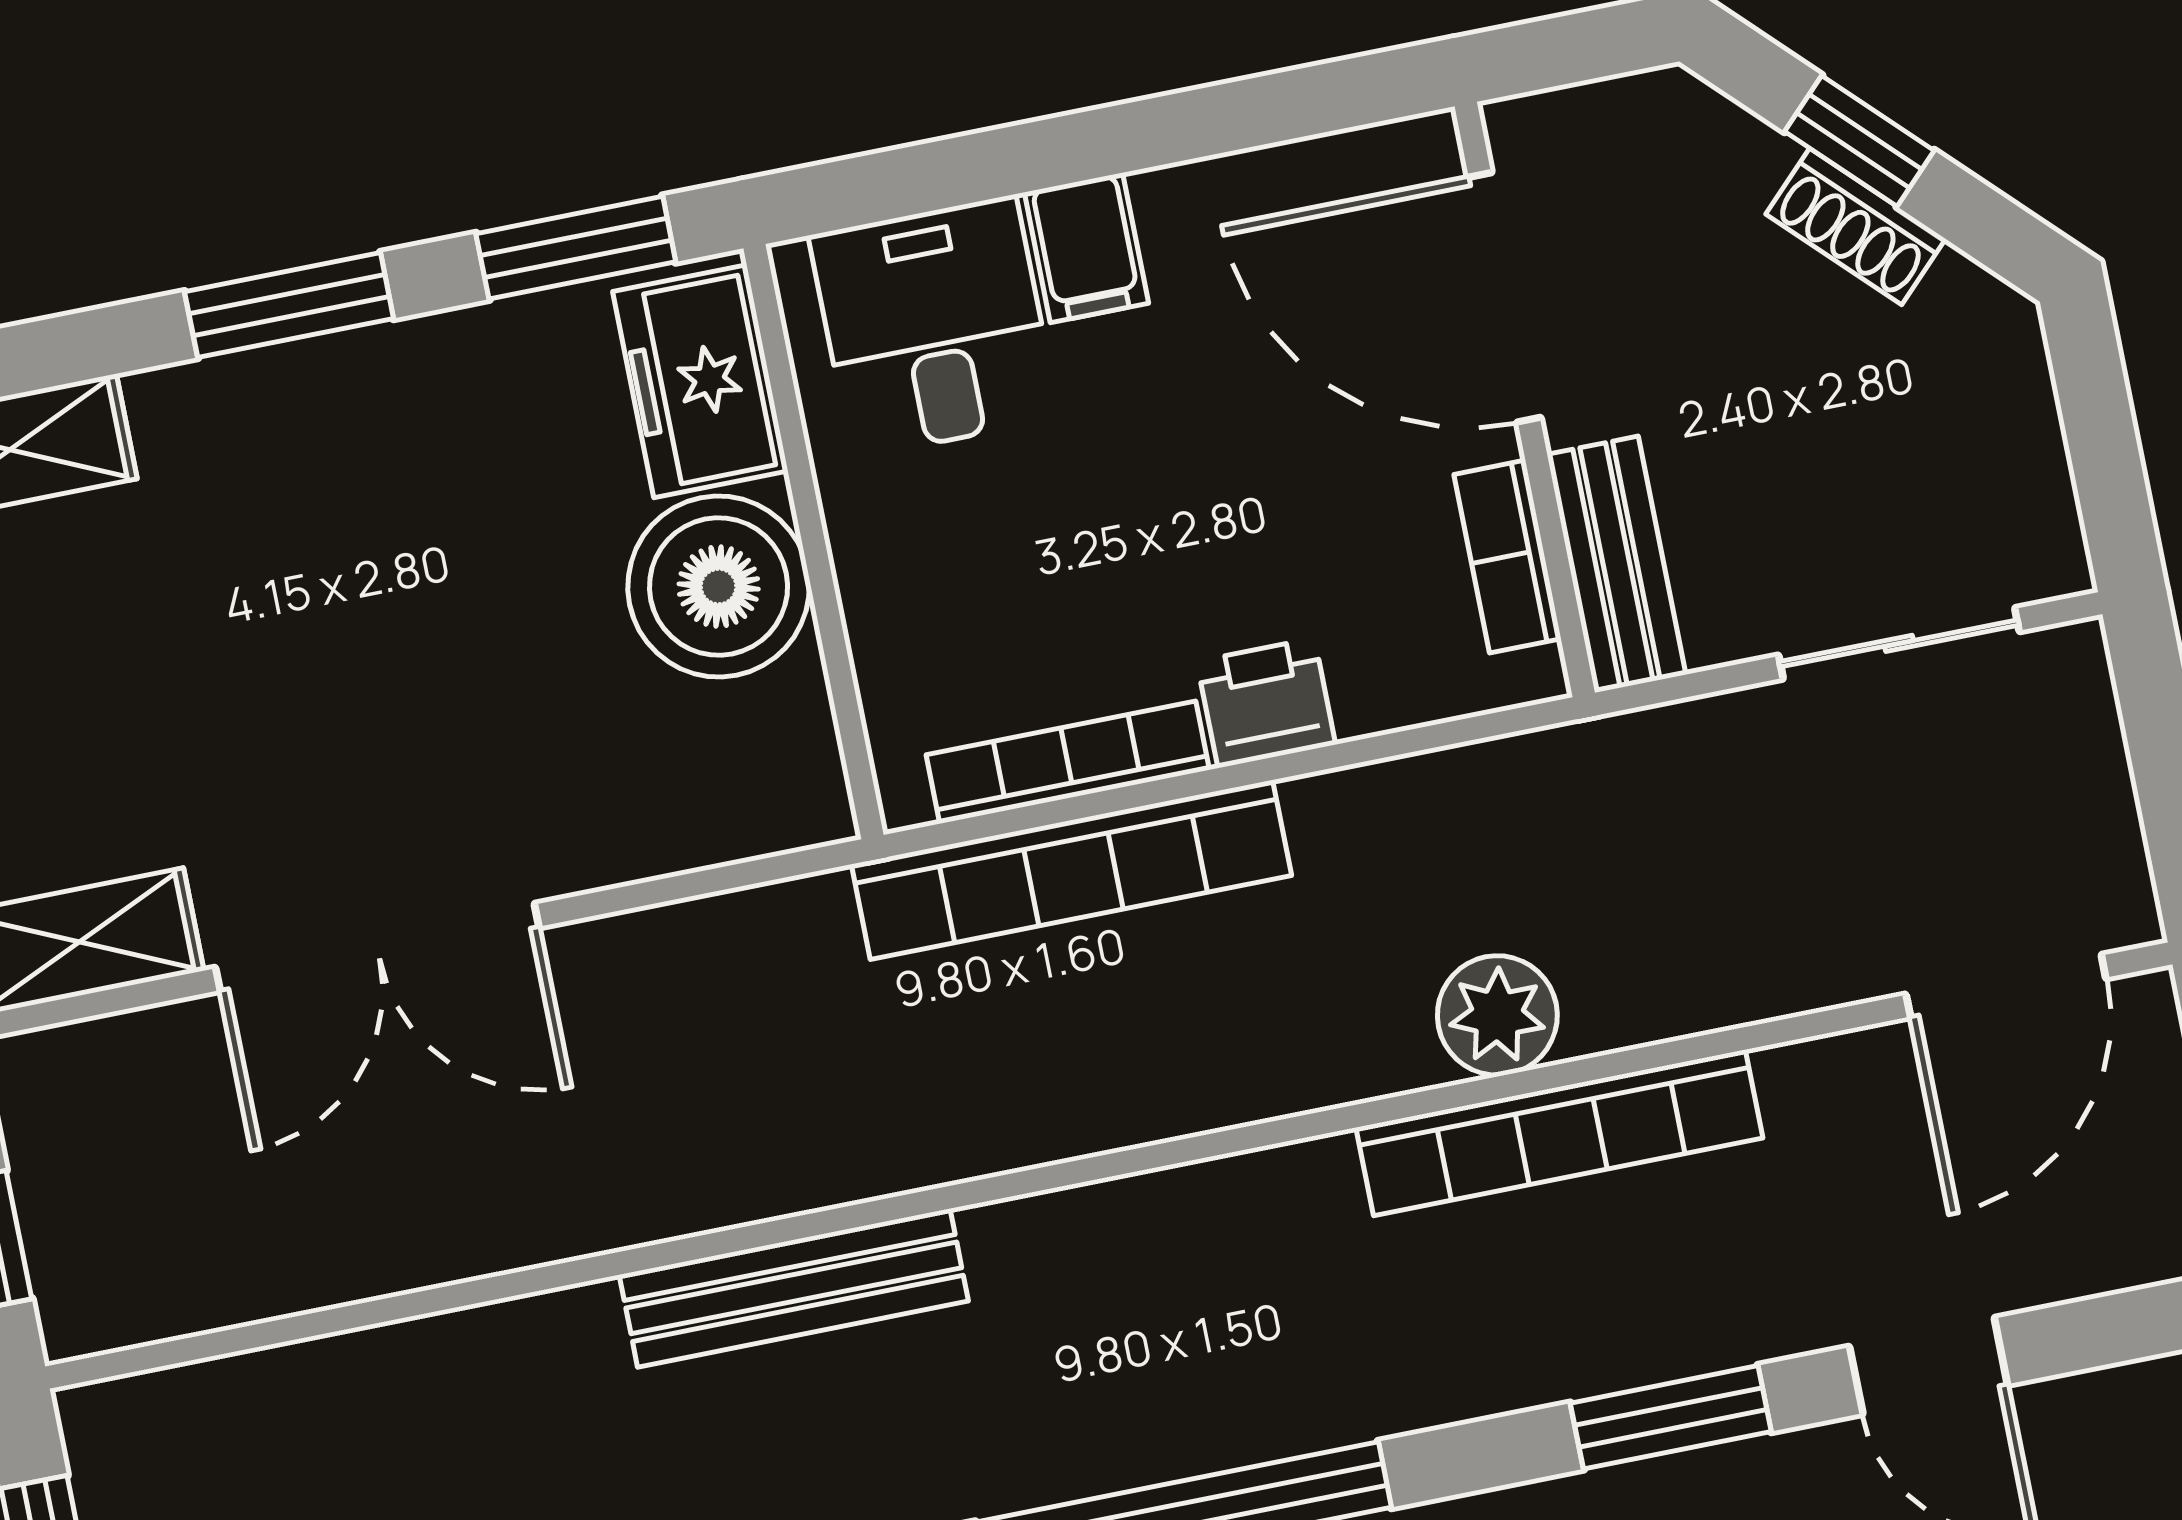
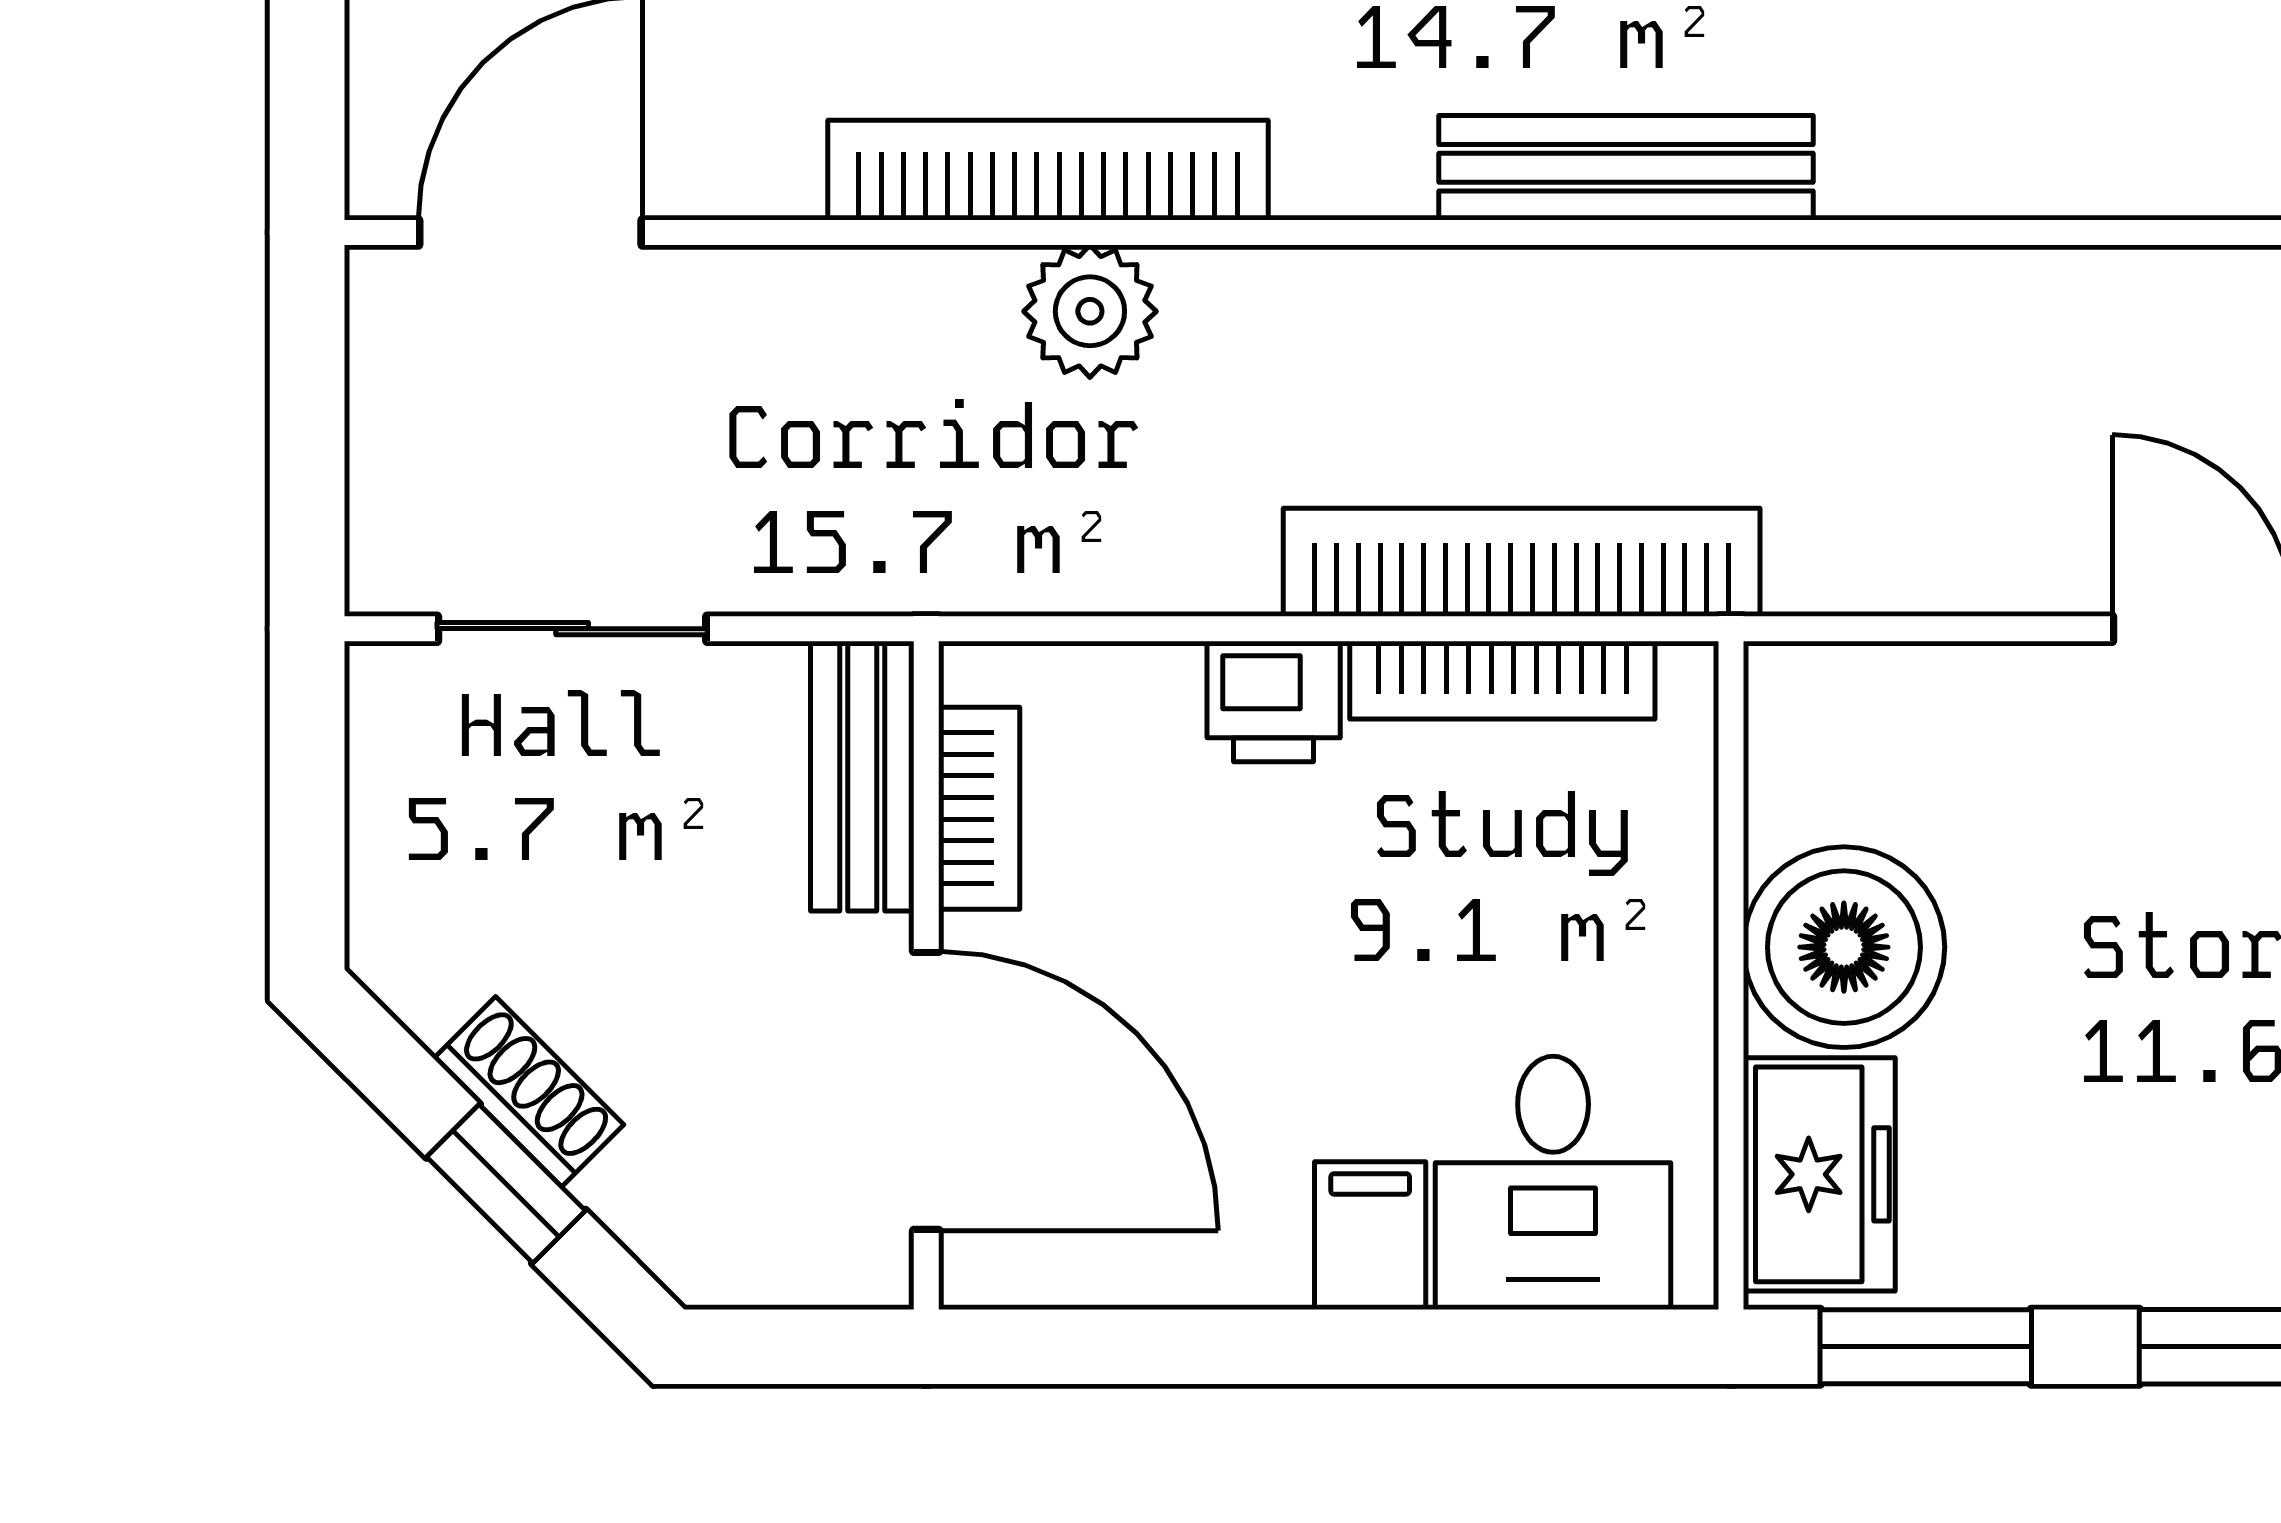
bench: (794, 1288) -> (1626, 168), moved

